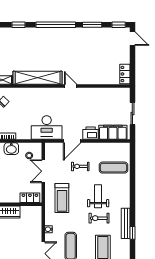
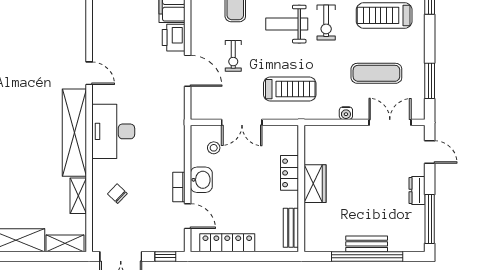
door: (71, 86) -> (89, 73), swing flipped
desk: (47, 128) -> (113, 131), moved, turned 180
locker: (30, 198) -> (290, 173), moved

